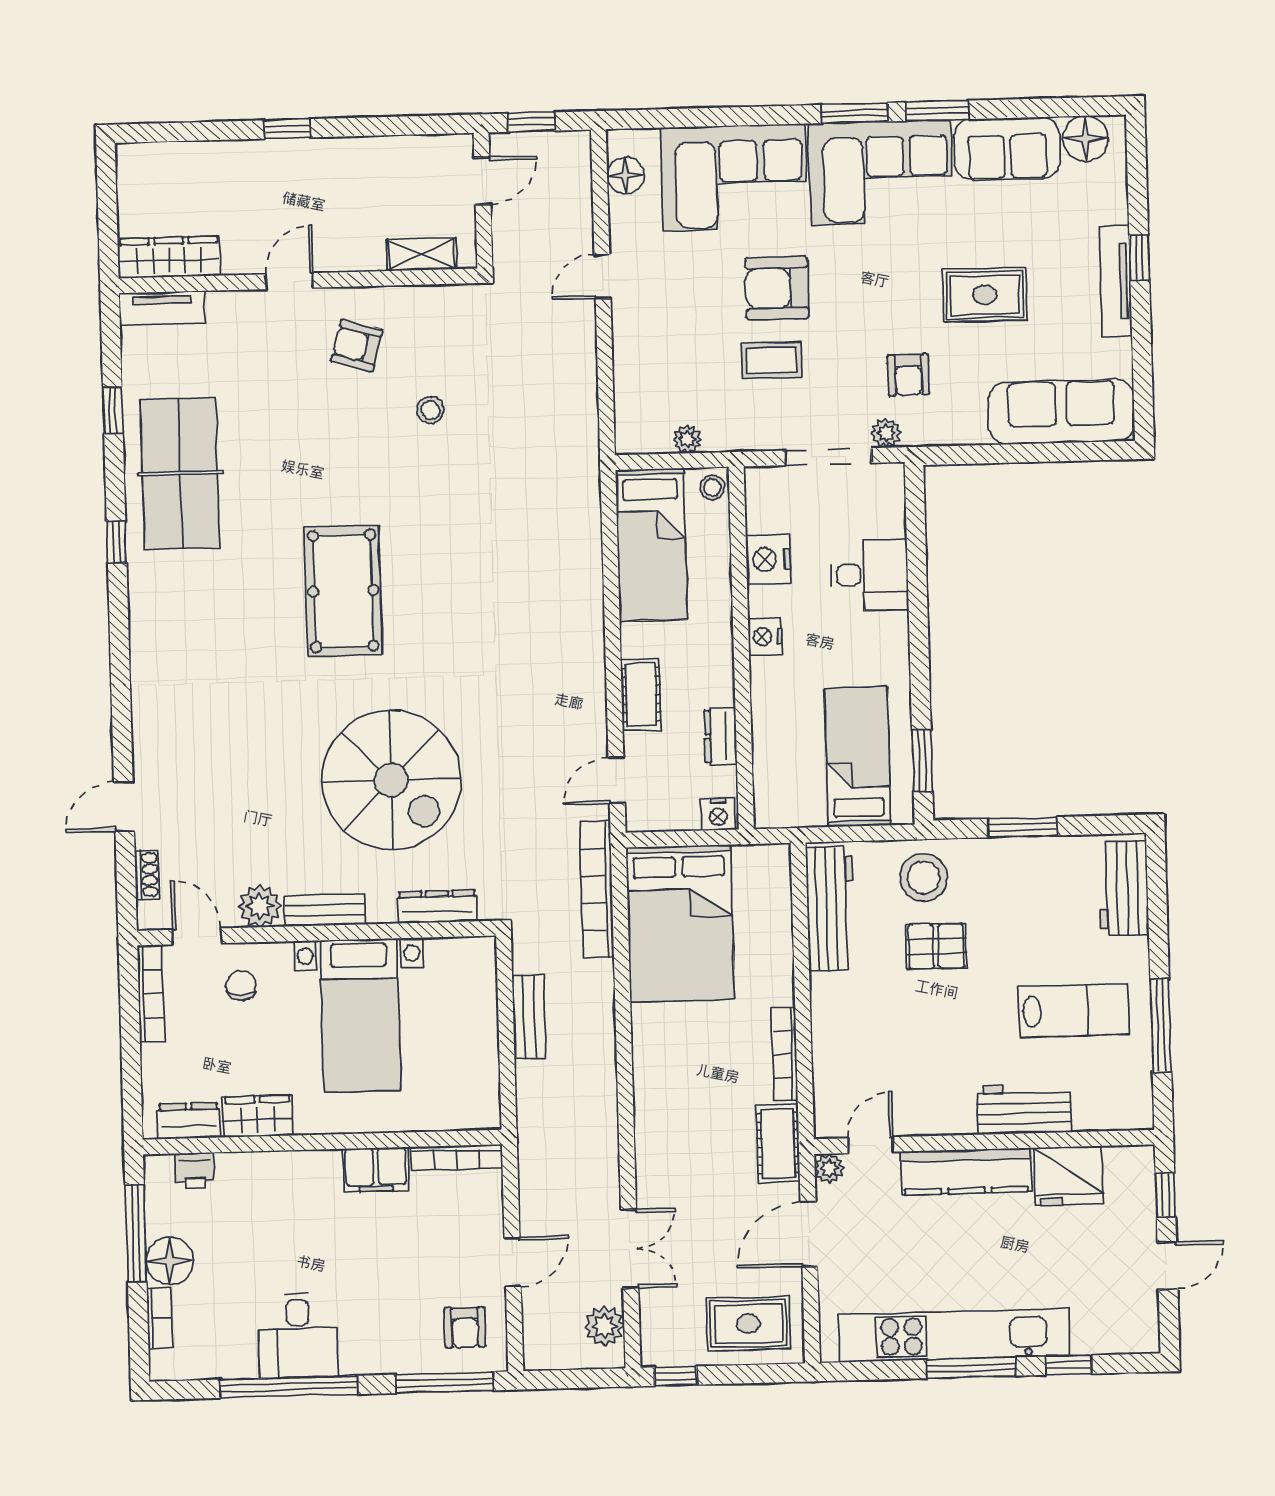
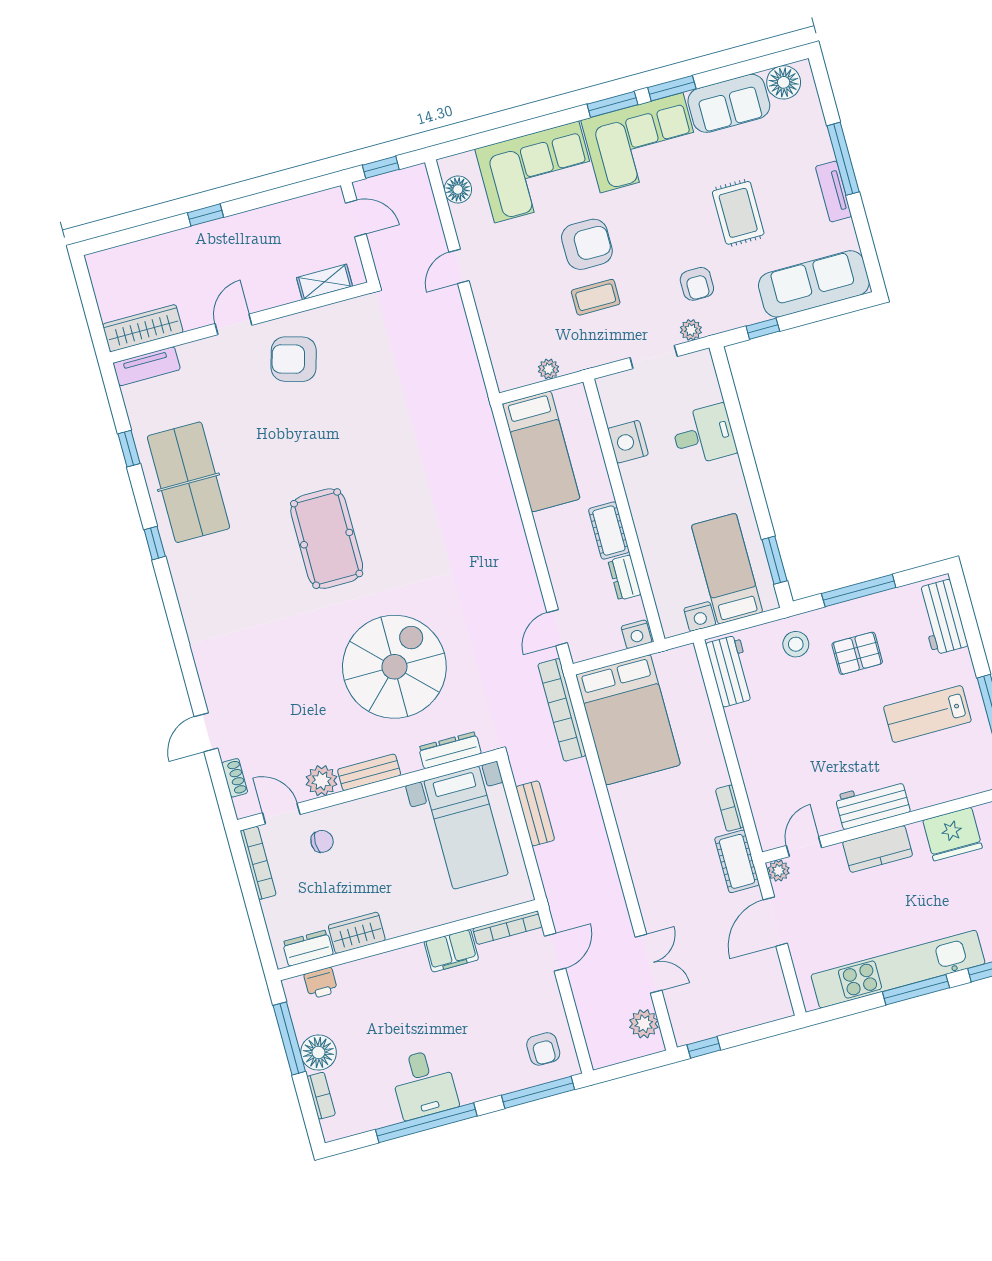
door: (482, 181) -> (356, 218), hinge flipped
window: (1139, 257) -> (843, 159), width x2.17
tv unit: (1116, 281) -> (833, 192), width x0.71
armchair: (777, 288) -> (587, 244), turned 180
rug: (985, 295) -> (738, 213), turned 90
armchair: (357, 345) -> (294, 359), width x1.38, depth x1.38
stool: (430, 410) -> (358, 393), removed
window: (980, 454) -> (763, 329), added
doorway: (829, 457) -> (654, 357), width x0.73
stool: (712, 487) -> (575, 399), removed
nightstand: (765, 637) -> (700, 617), moved, turned -90
cot: (641, 695) -> (609, 531), moved
spiral stairs: (391, 780) -> (394, 667), turned -90
window: (1023, 827) -> (859, 591), width x1.44
stool: (924, 878) -> (796, 644), width x0.73, depth x0.73
workbench: (830, 909) -> (731, 671), width x0.73
pallet: (936, 946) -> (857, 653), moved
chair: (241, 986) -> (322, 841), turned 90
lab bench: (1074, 1011) -> (927, 714), turned 180
bed with nightstands: (360, 1015) -> (466, 828), moved
bookcase: (785, 1054) -> (730, 808), width x0.64
workbench: (1024, 1109) -> (873, 804), moved
kitchen counter: (966, 1171) -> (878, 849), width x0.67
door: (513, 1262) -> (555, 952), moved
rug: (749, 1324) -> (747, 997), removed

